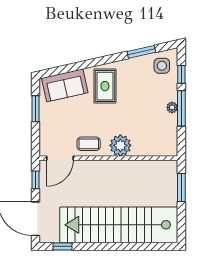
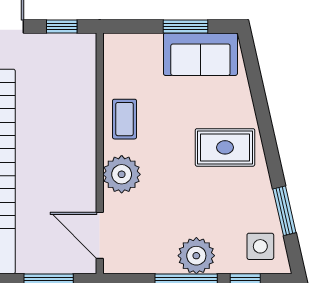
sofa: (65, 85) -> (200, 54), moved, turned -77
plant: (172, 107) -> (196, 256), width x1.87, depth x1.87
door: (60, 158) -> (100, 235), moved

